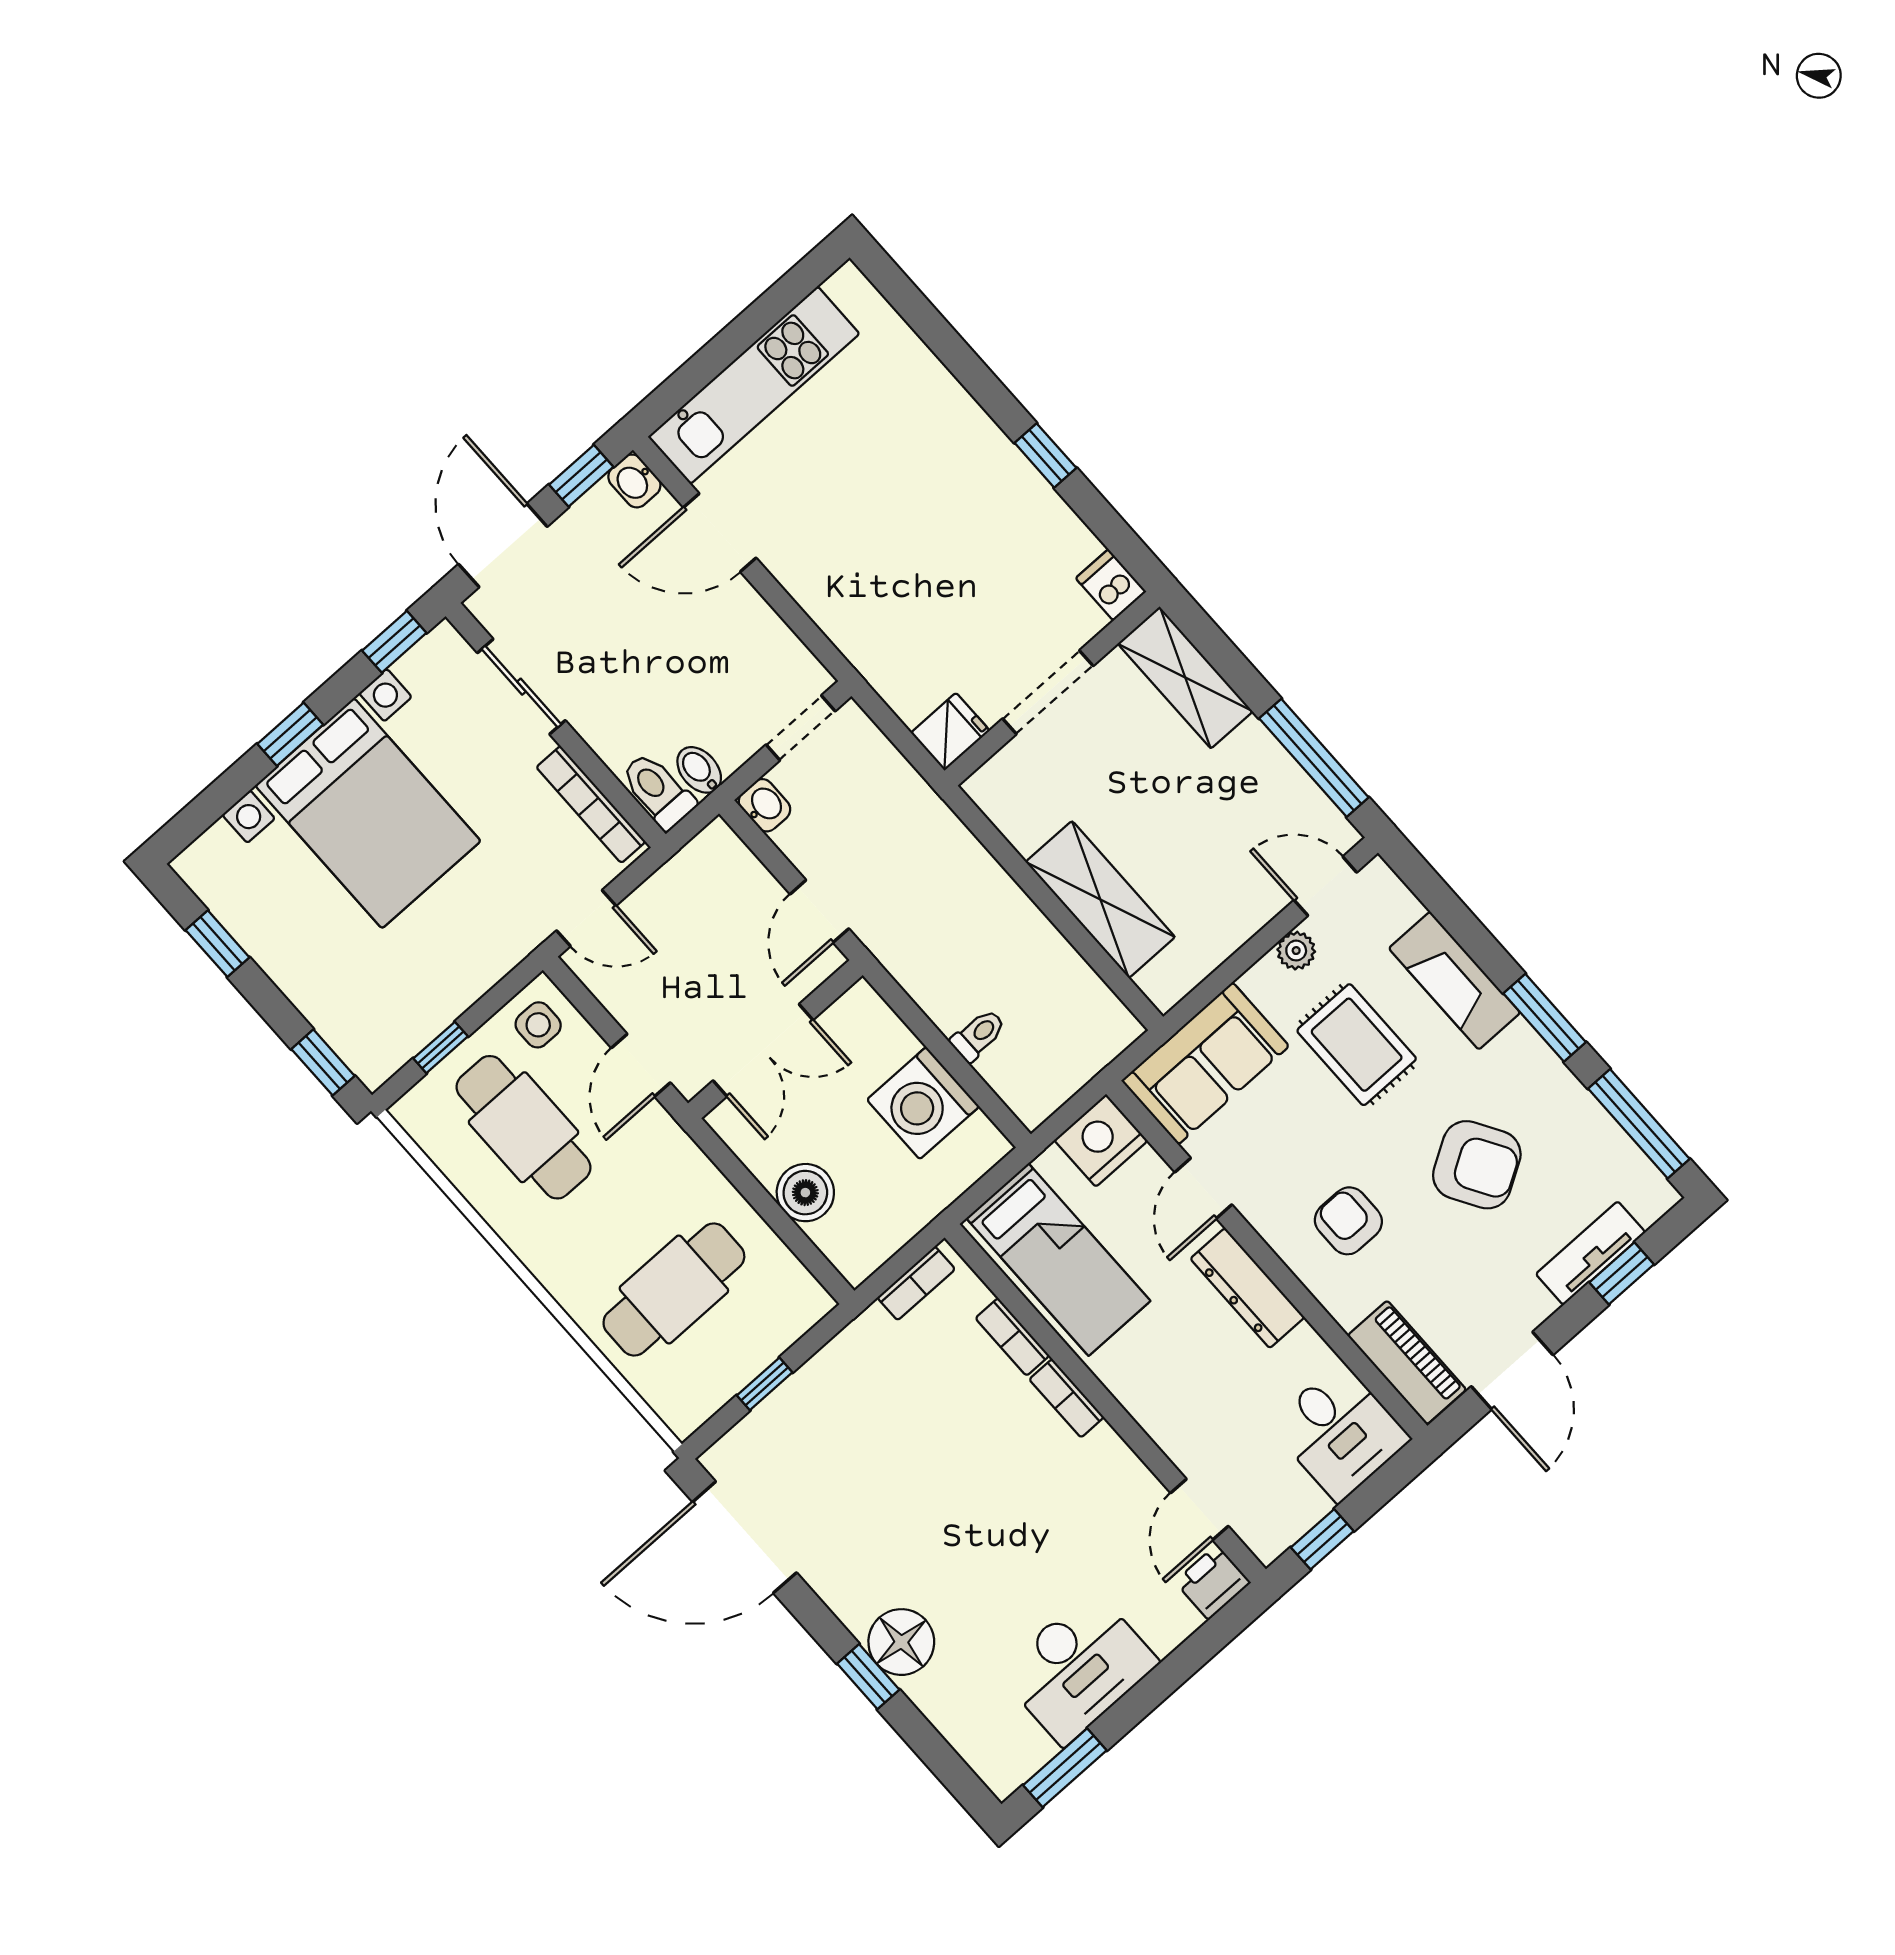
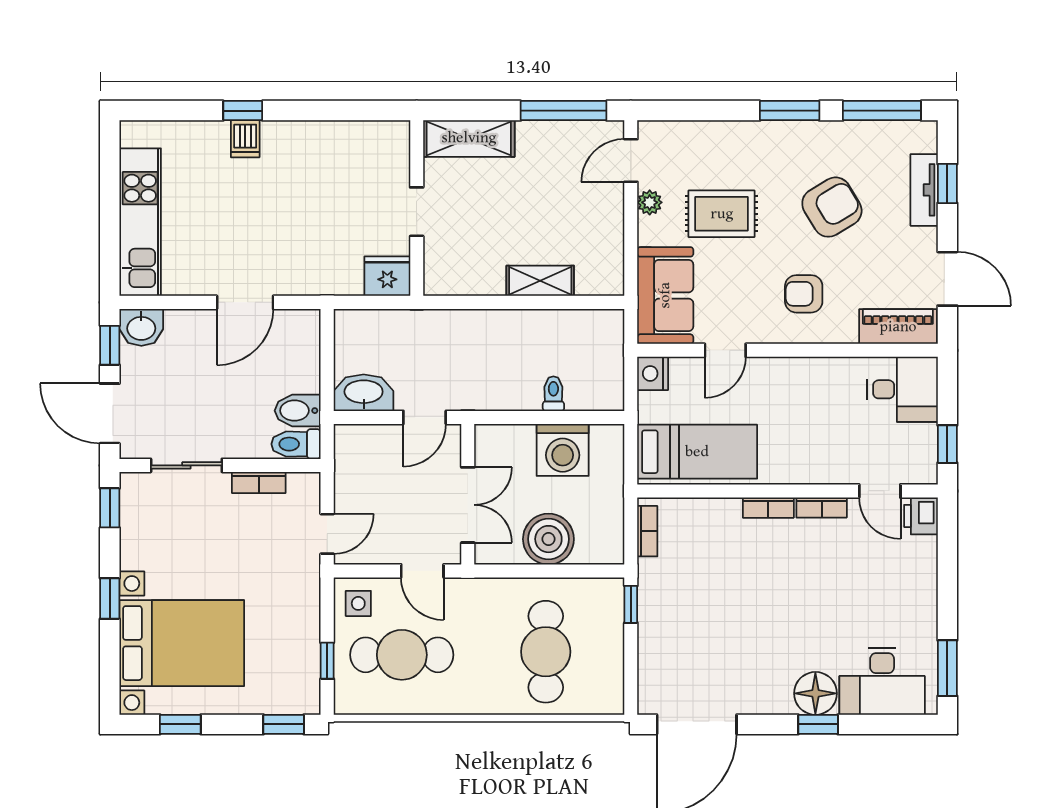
window: (1045, 455) -> (243, 111), moved
washbasin: (634, 481) -> (141, 327), width x1.38, depth x1.45
door: (720, 533) -> (245, 302), moved
dishwasher: (1111, 585) -> (245, 139), moved, turned -90
doorway: (1048, 692) -> (417, 212), width x0.73
doorway: (801, 728) -> (327, 347), removed
fridge: (950, 732) -> (387, 276), width x1.38
bidet: (699, 770) -> (298, 411), width x1.38, depth x1.36
bookcase: (591, 804) -> (259, 483), width x0.64
washbasin: (764, 805) -> (364, 393), width x1.91, depth x1.45
bed with nightstands: (368, 813) -> (182, 643), moved
shelving: (1100, 900) -> (540, 281), width x0.67, depth x0.75
door: (819, 911) -> (425, 417), hinge flipped
fireplace: (1454, 981) -> (733, 138), removed
nightstand: (1101, 1140) -> (653, 373), width x0.74, depth x0.75
door: (1203, 1188) -> (725, 350), hinge flipped
boiler: (805, 1193) -> (548, 539), width x1.37, depth x1.37
dresser: (1247, 1288) -> (793, 372), removed
bookcase: (1012, 1337) -> (822, 507), moved
window: (765, 1384) -> (631, 604), moved
desk: (1078, 1667) -> (882, 681), moved, turned 90

